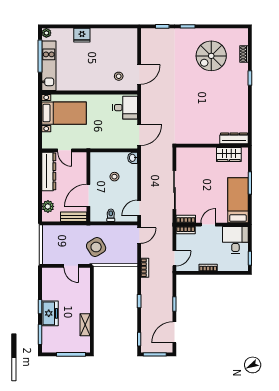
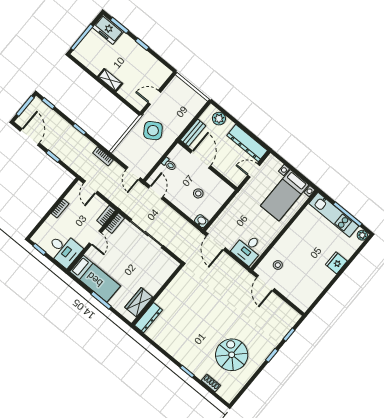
freezer: (50, 313) -> (108, 30), moved
shelving: (85, 325) -> (110, 80), moved

